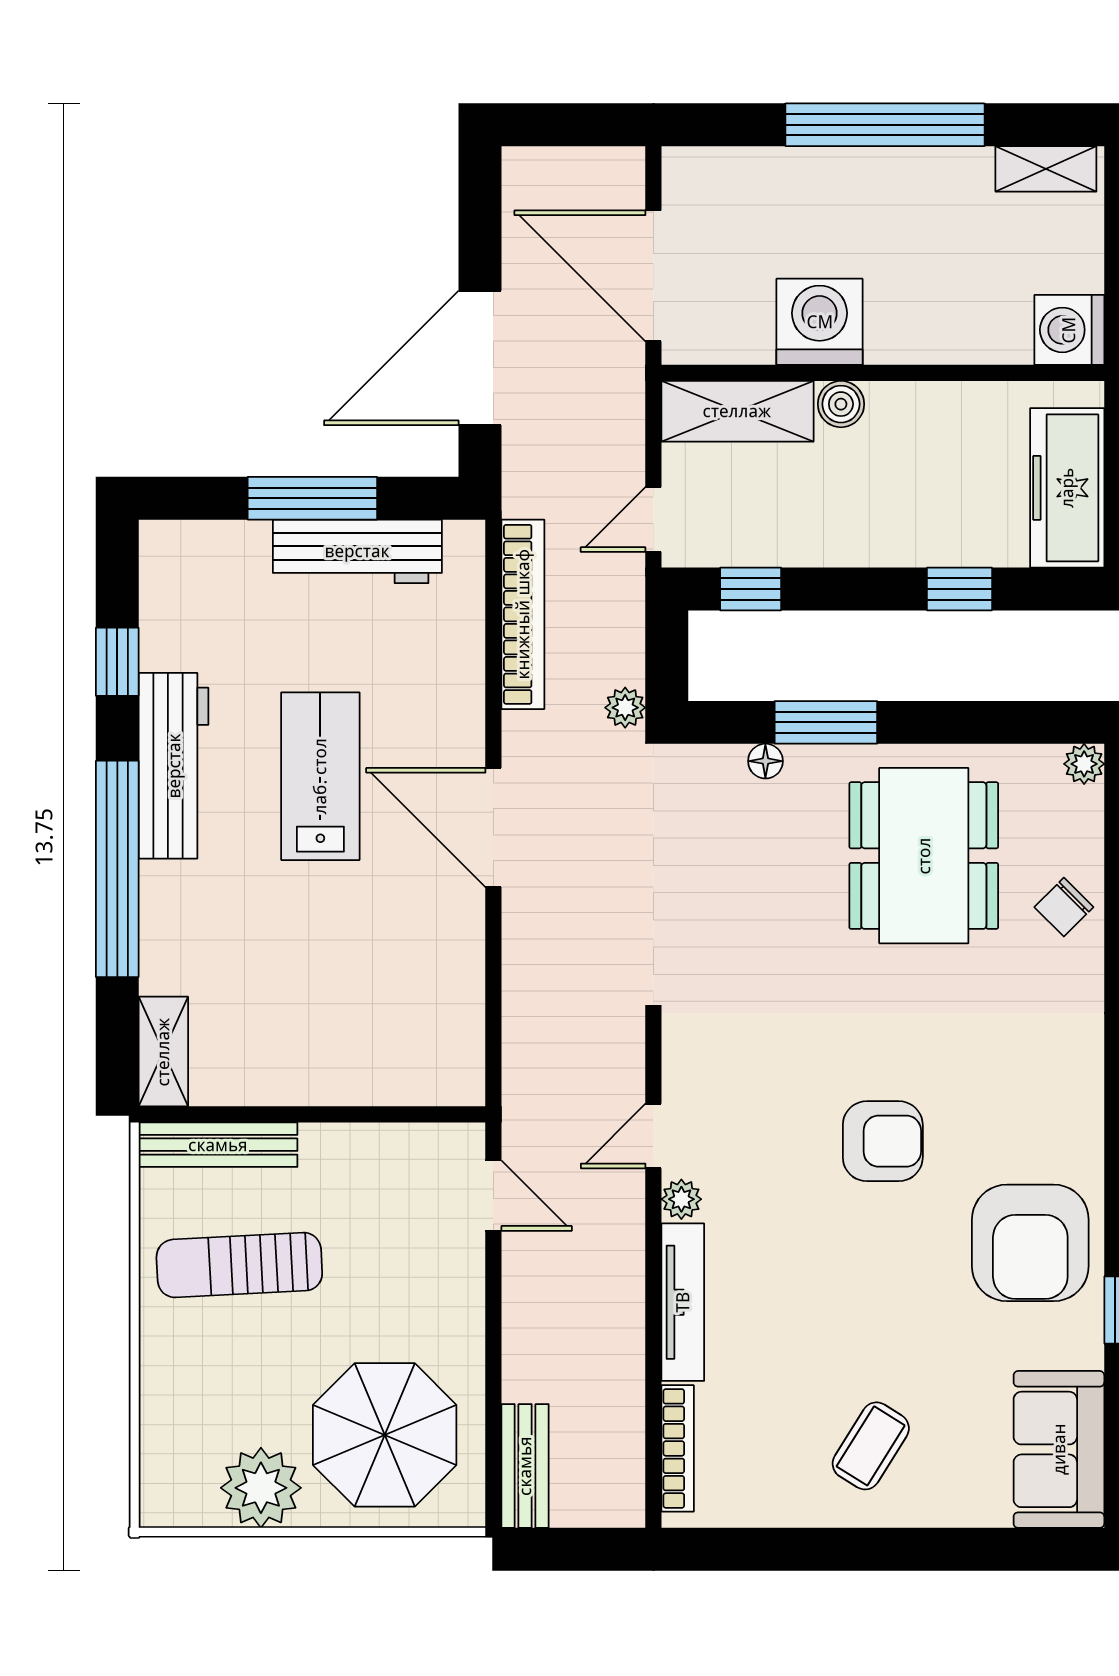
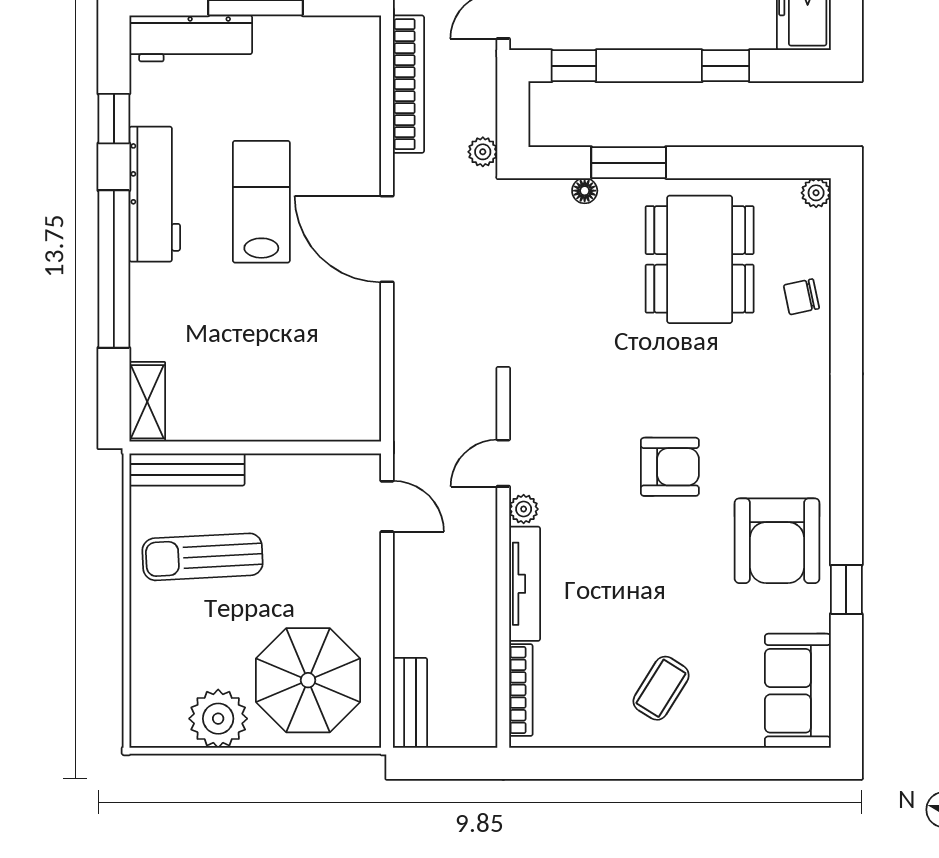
workbench: (357, 551) -> (191, 38), moved
chair: (1064, 907) -> (801, 297), turned 33

